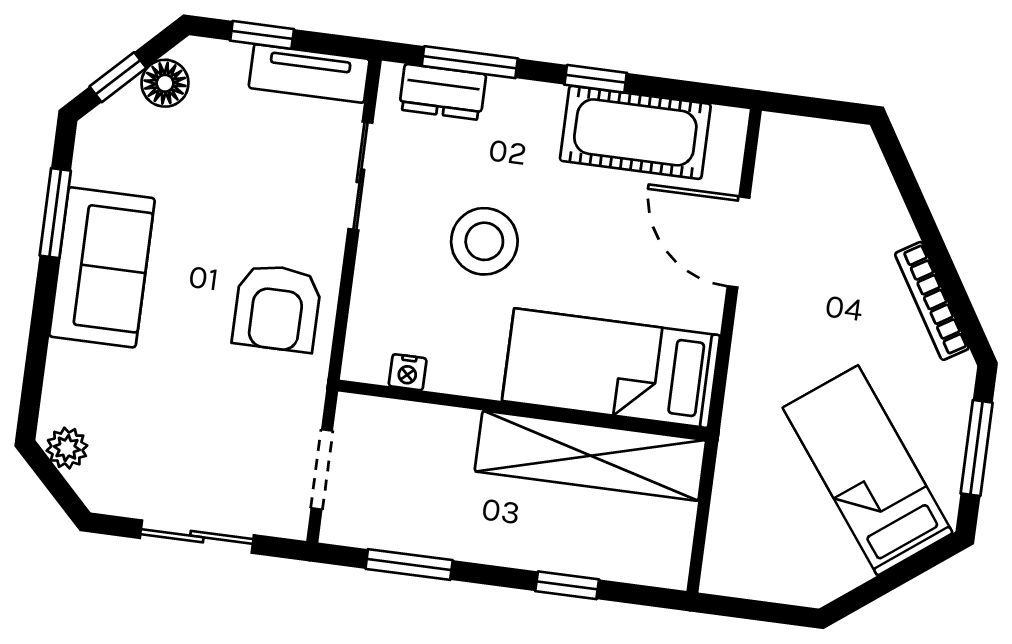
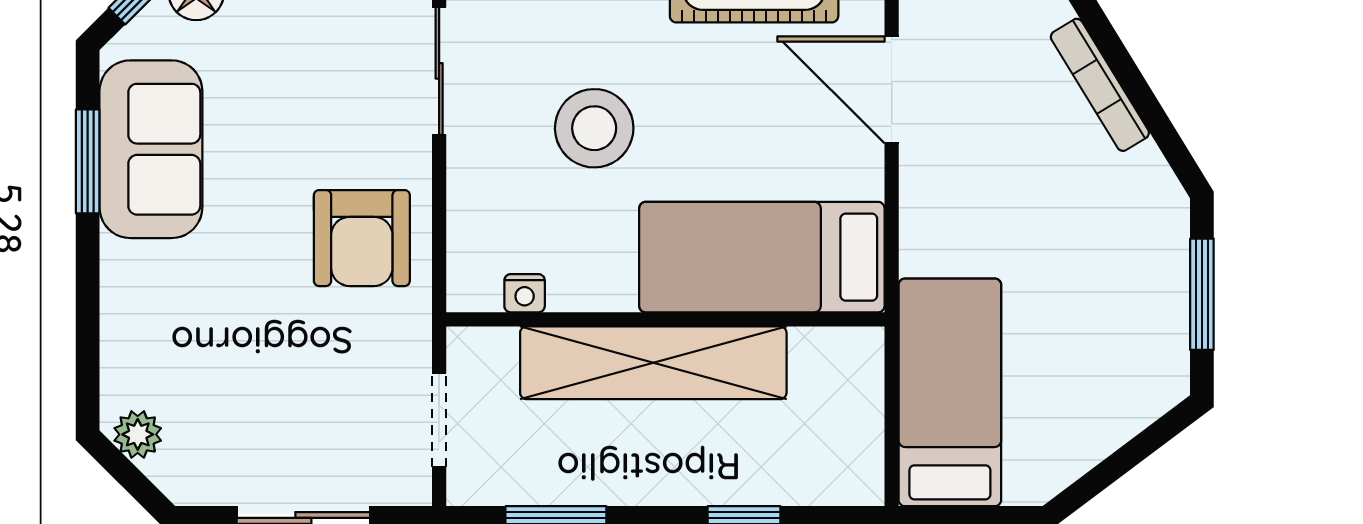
sofa: (102, 267) -> (151, 149), moved
bookcase: (932, 301) -> (1100, 85), moved
shelving: (590, 456) -> (653, 363), moved
bed: (868, 470) -> (950, 392), moved, turned 37

